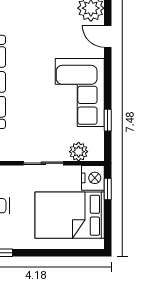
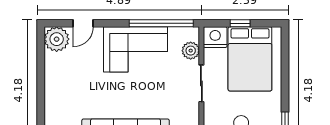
window: (108, 120) -> (161, 23), width x3.17
window: (108, 189) -> (240, 23), moved

